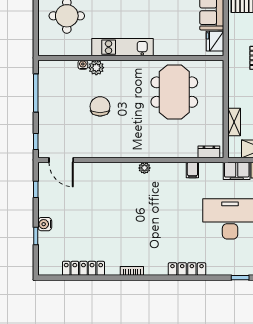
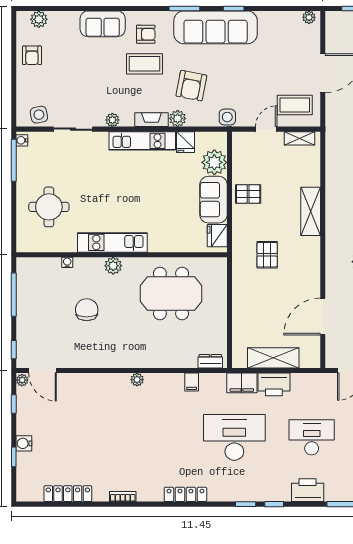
plant: (96, 68) -> (113, 266), moved
meeting table: (174, 92) -> (171, 293), turned 90
shelving: (234, 122) -> (239, 327), removed
plant: (43, 168) -> (22, 380), added

